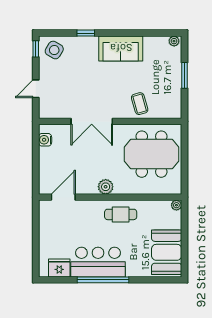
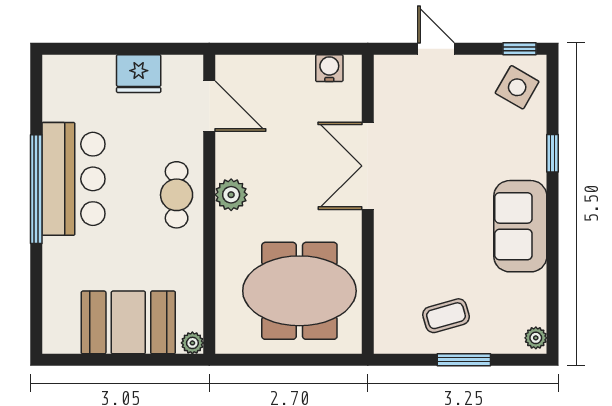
coffee table: (140, 104) -> (446, 316), moved
meeting table: (152, 154) -> (299, 291), turned 90
cafe table: (121, 214) -> (177, 195), moved
booth: (167, 252) -> (128, 322), moved
fridge: (59, 268) -> (139, 74), moved, turned 90

